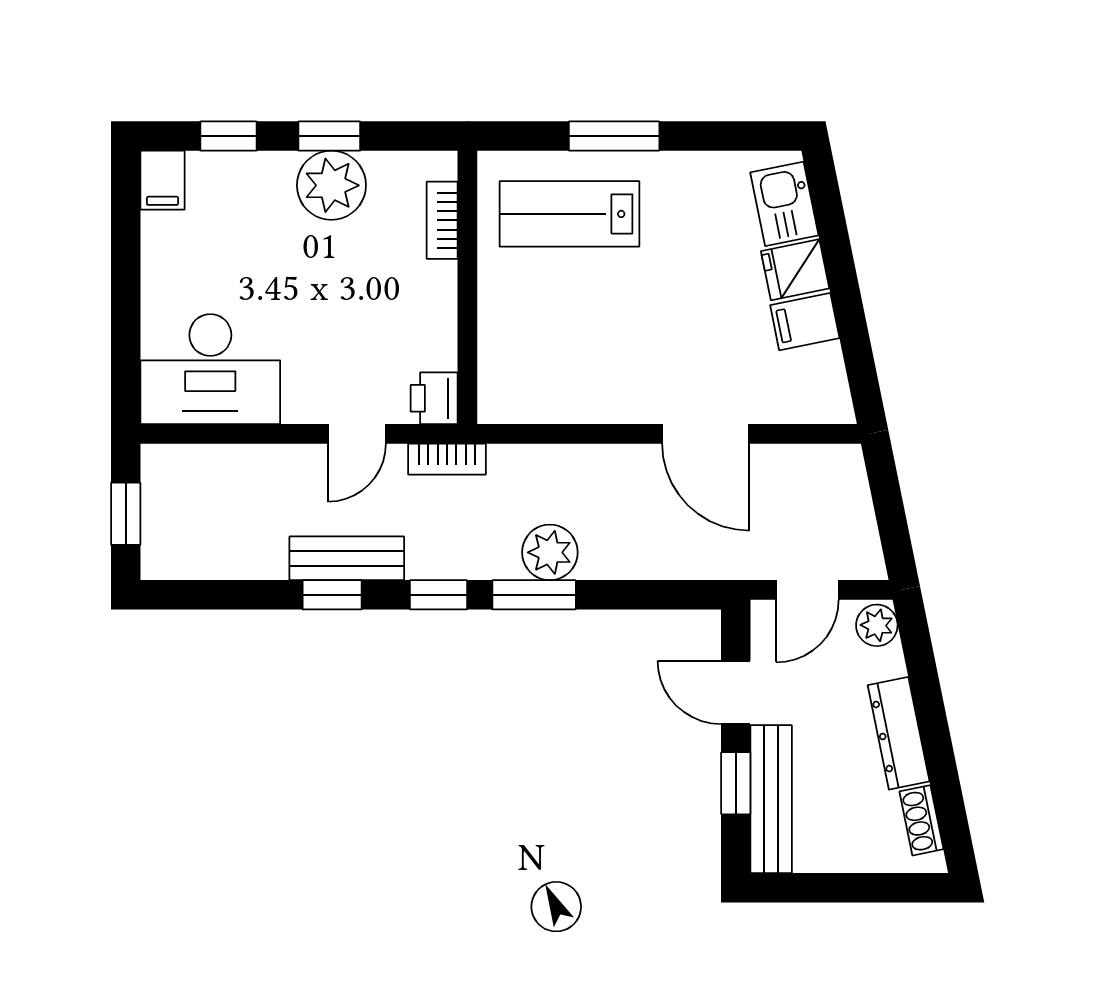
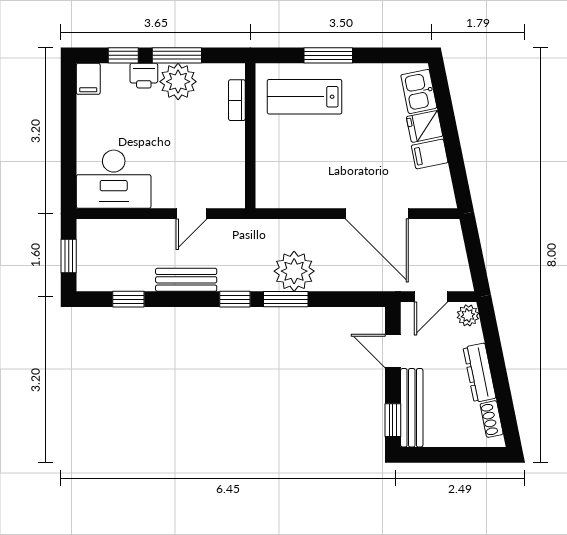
window: (329, 136) -> (177, 55), width x1.50
printer: (434, 398) -> (144, 76), moved, turned -90
door: (706, 434) -> (377, 214), width x1.36
bookcase: (447, 459) -> (239, 227), removed
plant: (550, 552) -> (294, 271), width x1.36, depth x1.36
window: (332, 595) -> (128, 299), moved
window: (736, 783) -> (393, 420), moved

